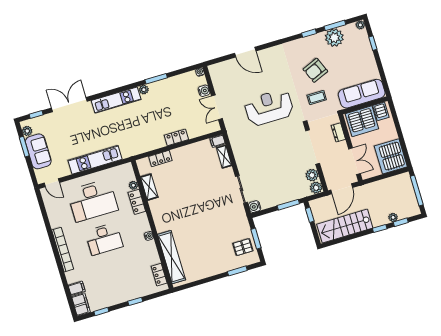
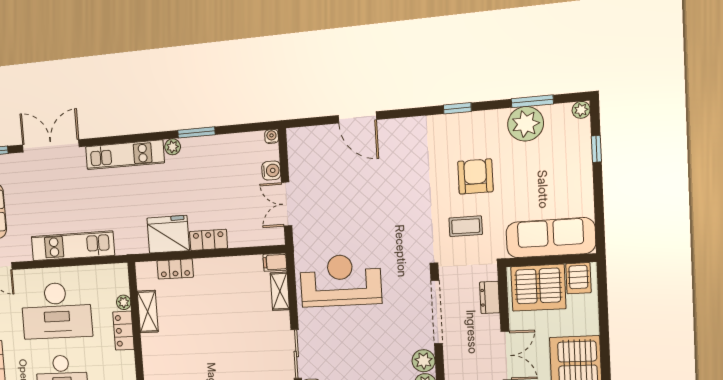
window: (309, 33) -> (457, 108), moved
armchair: (315, 70) -> (475, 176), turned 113
reception desk: (269, 108) -> (341, 280), moved
fridge: (152, 140) -> (168, 234), added

